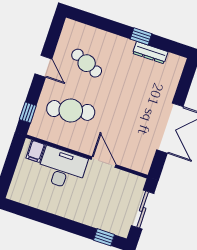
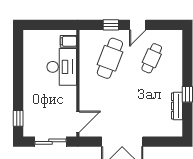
cafe table: (71, 110) -> (110, 58), turned 33
window: (28, 112) -> (111, 25), moved
door: (104, 162) -> (78, 122), moved

